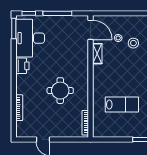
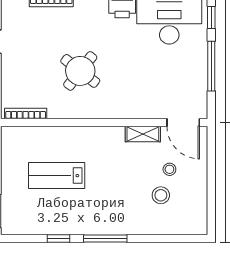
door: (91, 30) -> (183, 122), hinge flipped
round table: (60, 91) -> (80, 71), turned 38
lab bench: (122, 105) -> (57, 176), turned 90

